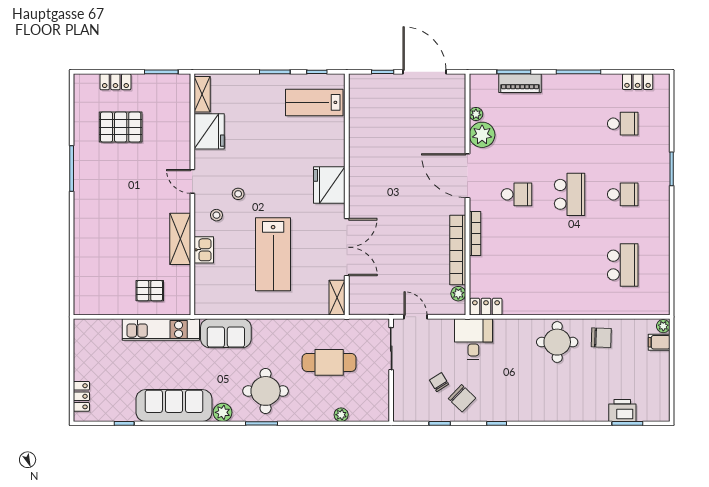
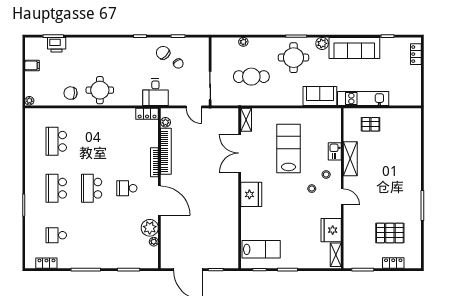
piano: (520, 83) -> (124, 262), removed
school desk: (623, 194) -> (56, 188), width x1.85
filing cabinet: (659, 342) -> (32, 65), moved

